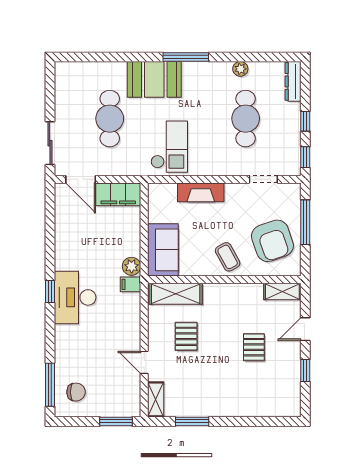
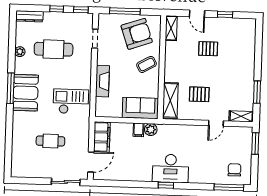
booth: (154, 79) -> (26, 93), moved
cafe table: (110, 119) -> (50, 141), width x0.73, depth x0.74
filing cabinet: (131, 284) -> (138, 130), moved

